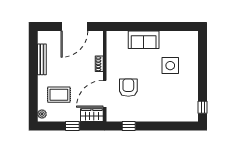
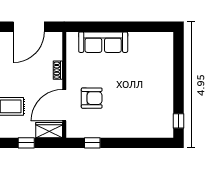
sofa: (144, 40) -> (103, 42), width x1.36
side table: (170, 66) -> (141, 72), removed
armchair: (128, 88) -> (92, 98), turned 90

